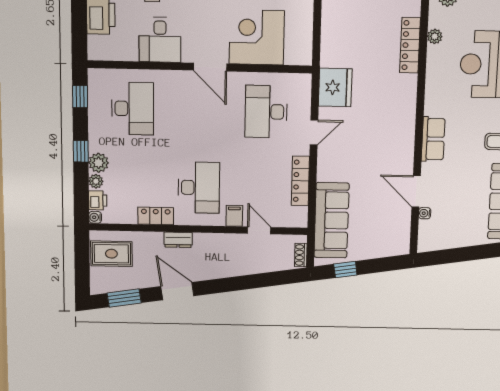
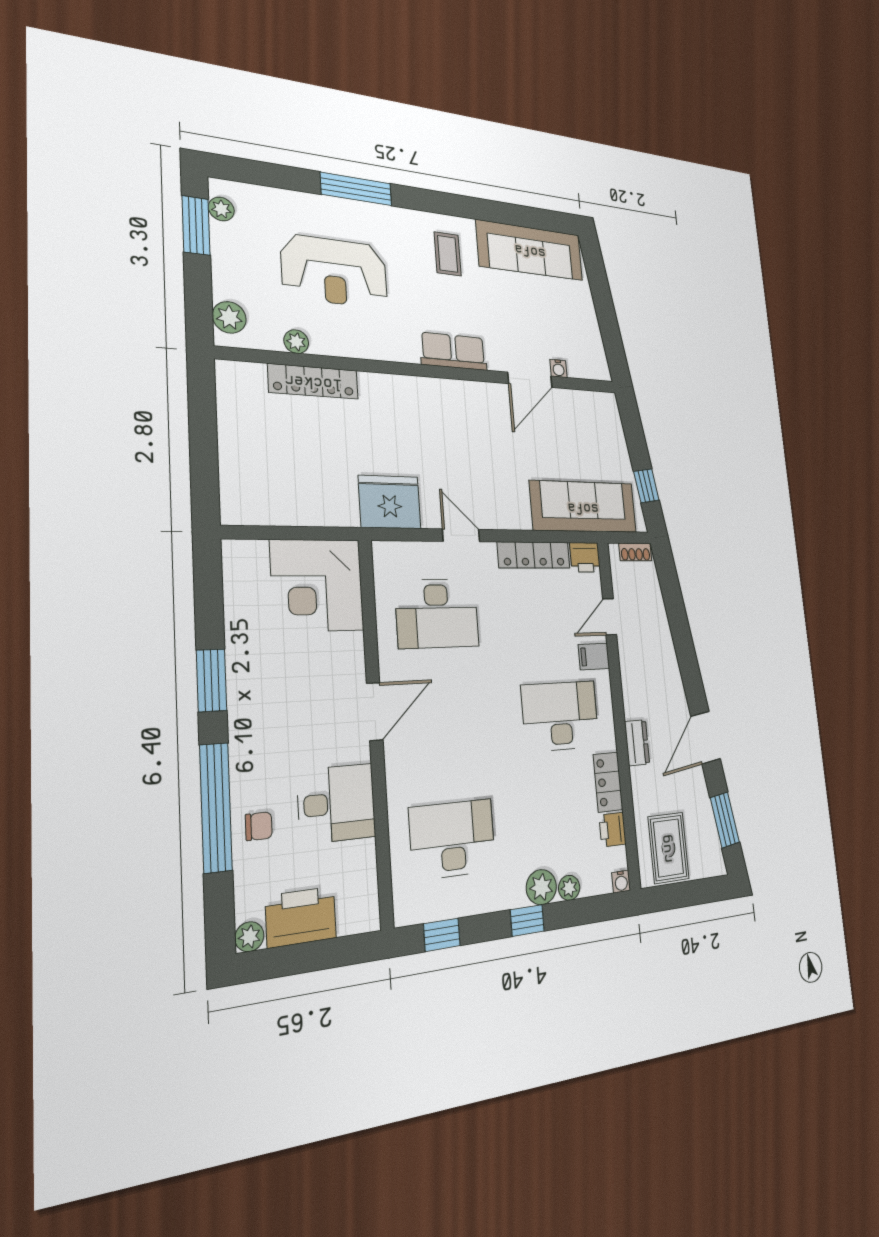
corner desk: (257, 37) -> (317, 585), moved
printer: (98, 200) -> (613, 830), moved, turned -90
printer: (298, 217) -> (585, 557), added

